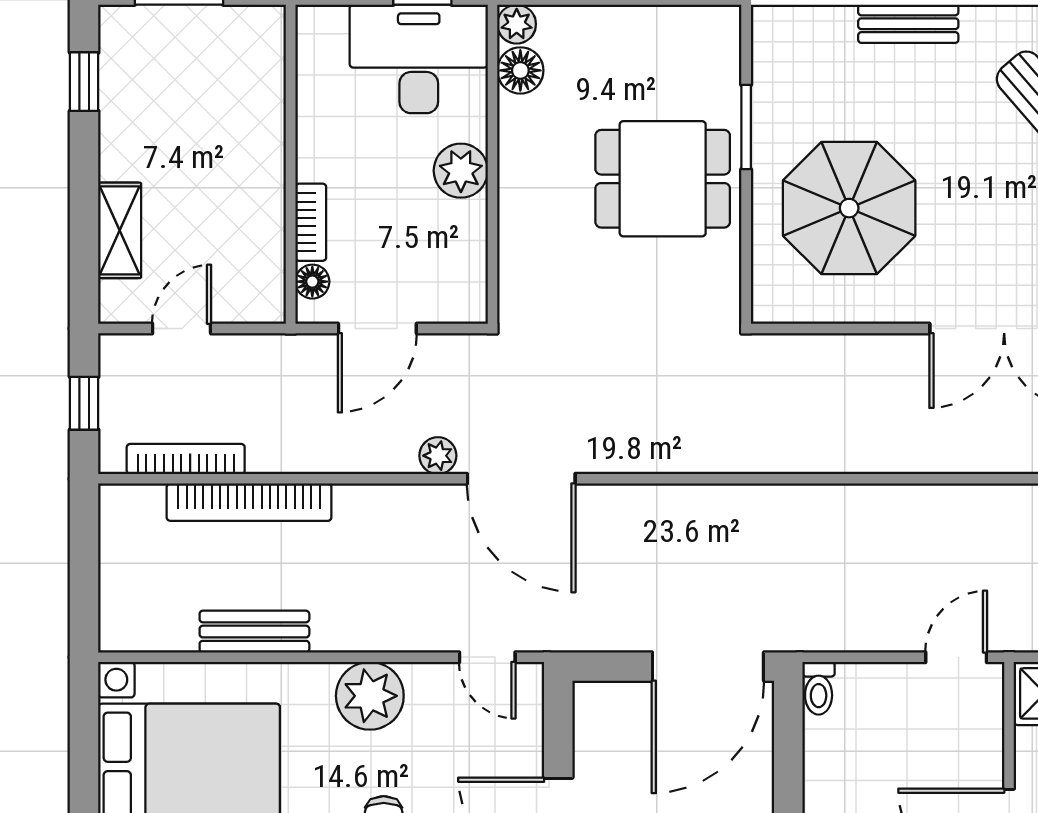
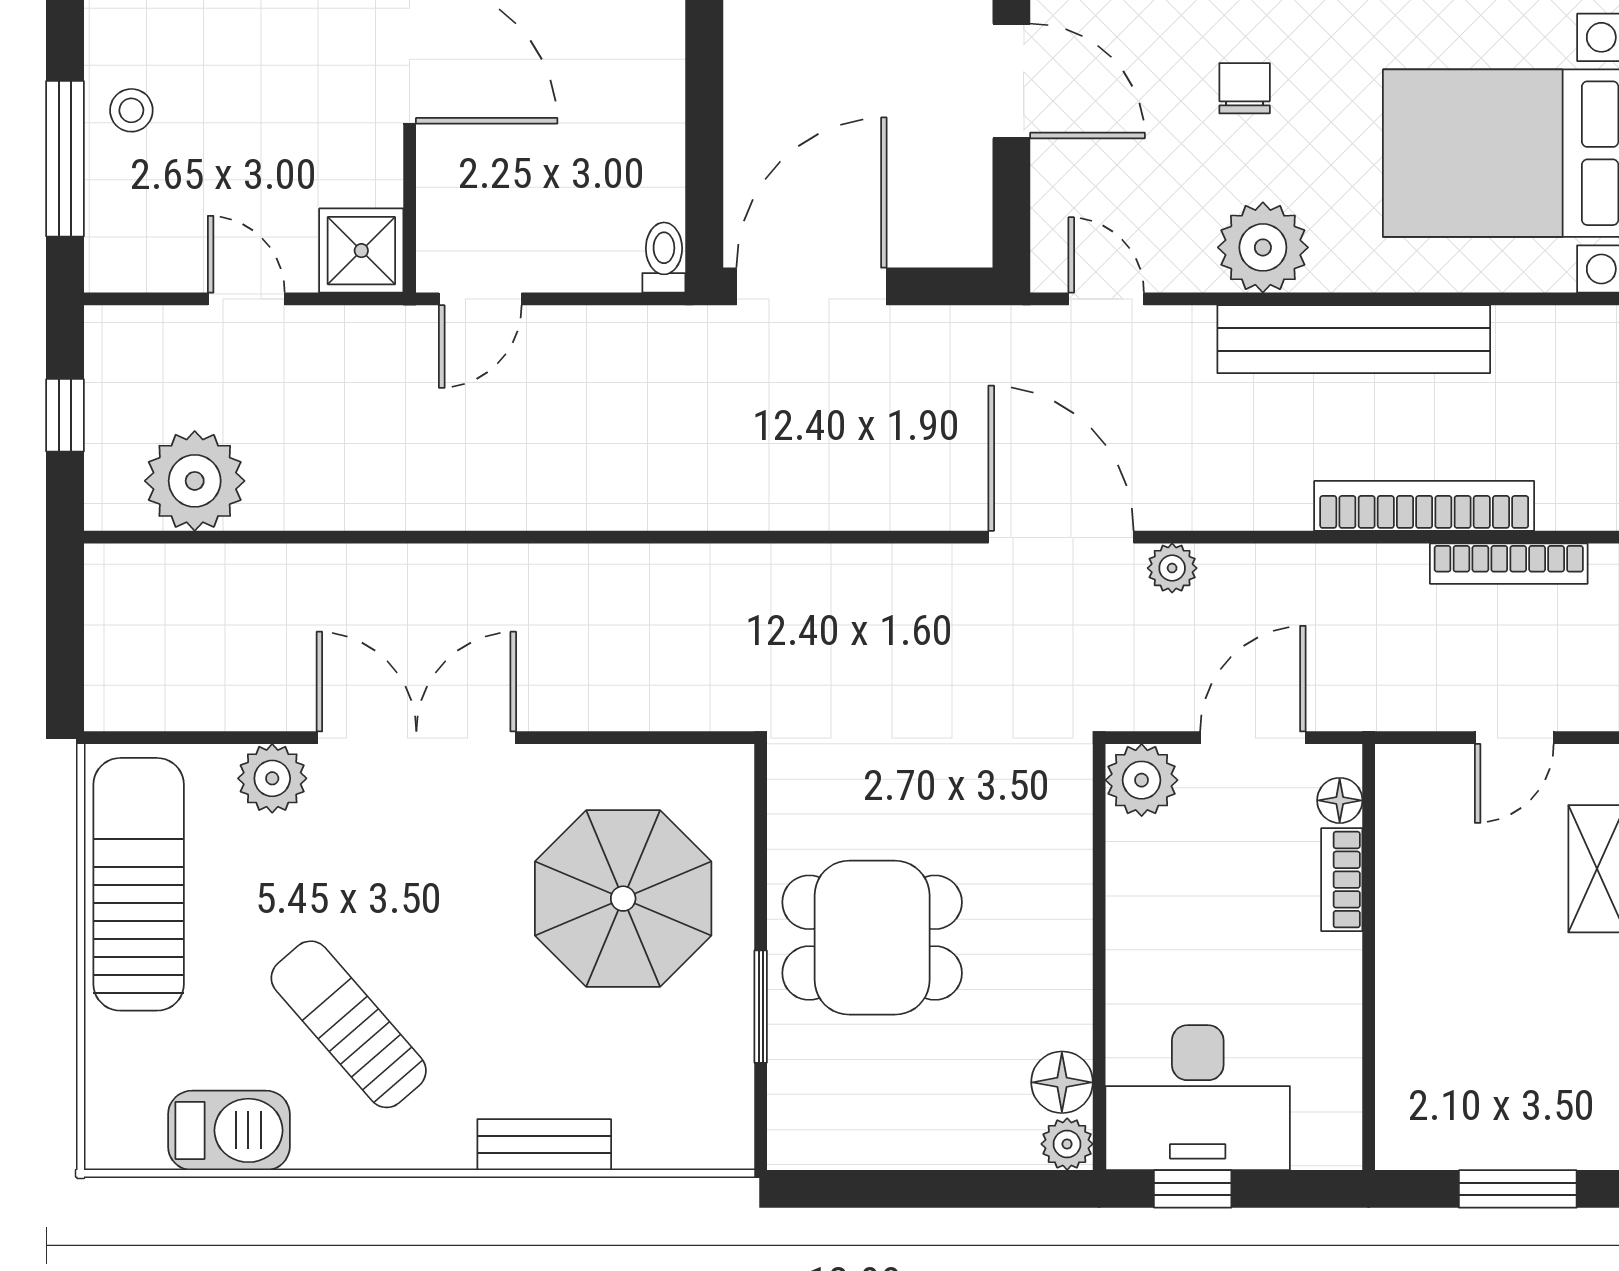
plant: (461, 171) -> (1142, 780), moved
bench: (254, 632) -> (1354, 339), width x1.86, depth x1.21

